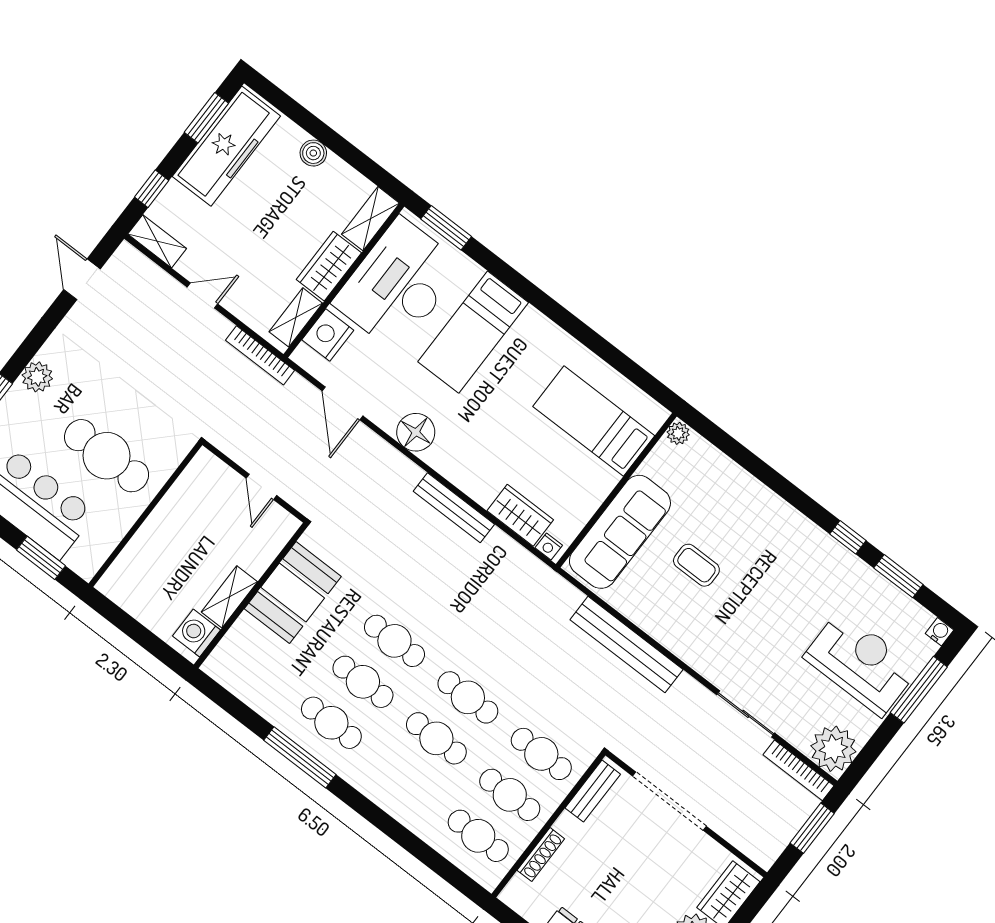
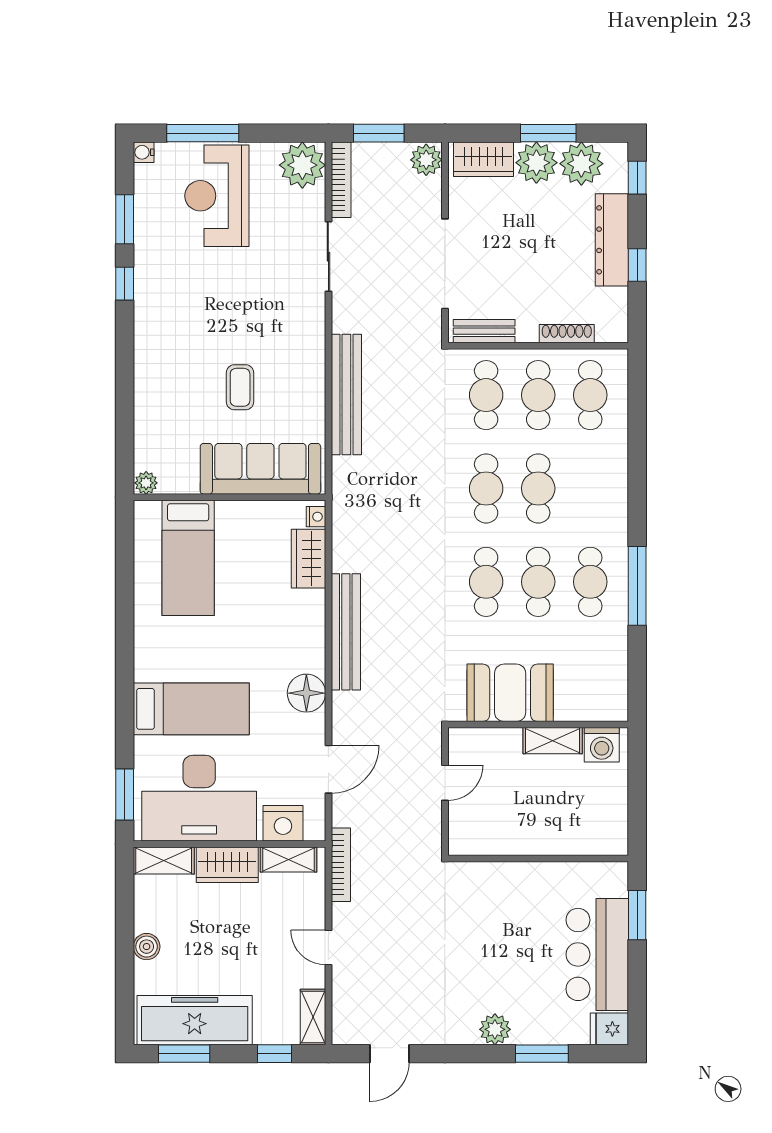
cafe table: (107, 456) -> (515, 926), removed
bench: (454, 508) -> (346, 632), width x1.37, depth x1.21
plant: (763, 849) -> (426, 160), added

